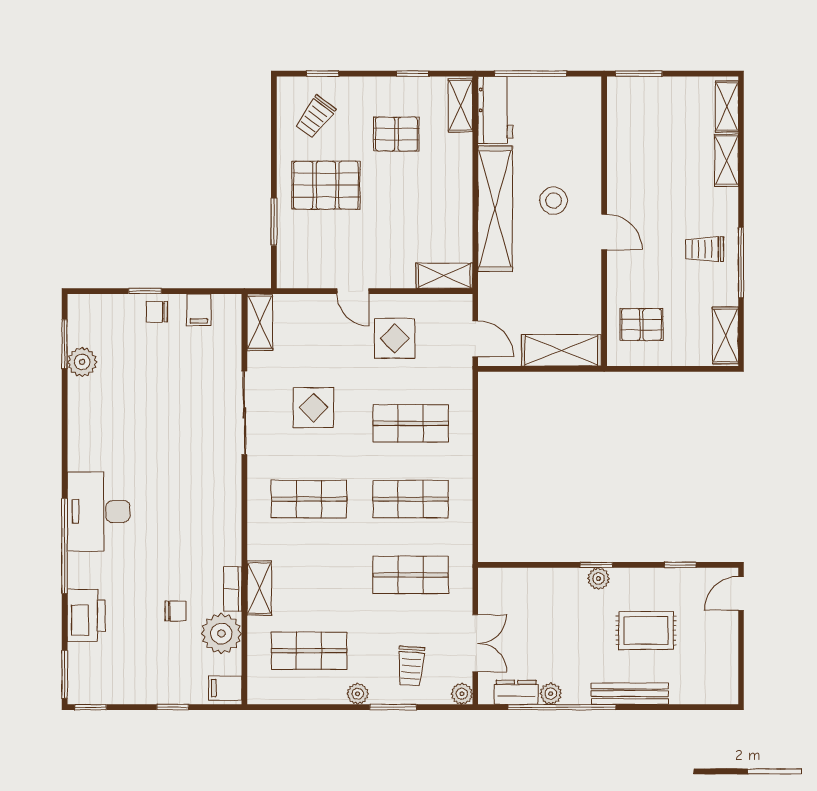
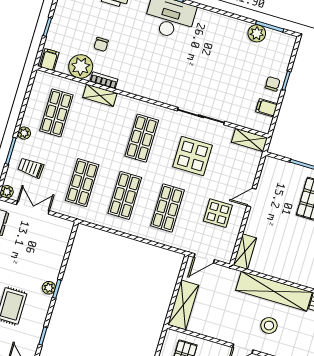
display table: (314, 408) -> (193, 156), width x1.36, depth x1.36
double door: (475, 643) -> (33, 208), swing flipped

